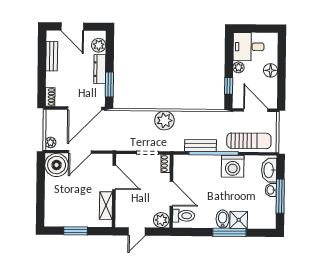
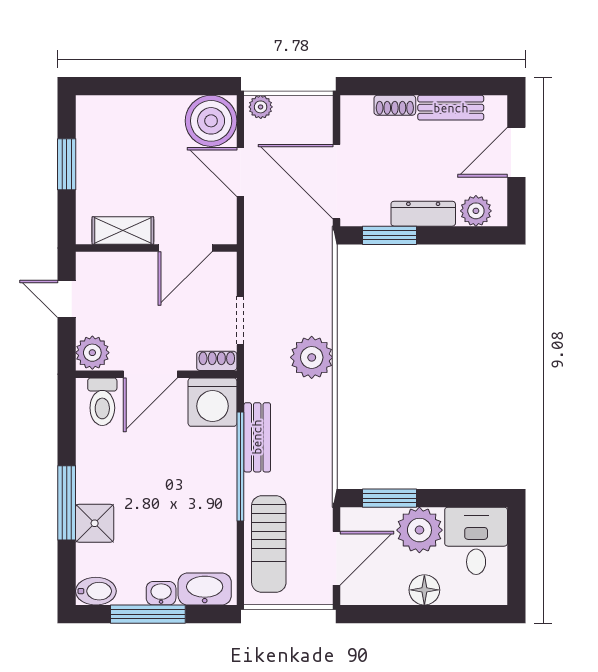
plant: (239, 67) -> (419, 530), width x1.87, depth x1.87
window: (229, 86) -> (389, 498), width x1.50
shoe rack: (50, 97) -> (395, 105), moved
washing machine: (233, 166) -> (212, 402), moved, turned -90
bidet: (223, 219) -> (96, 591), moved

